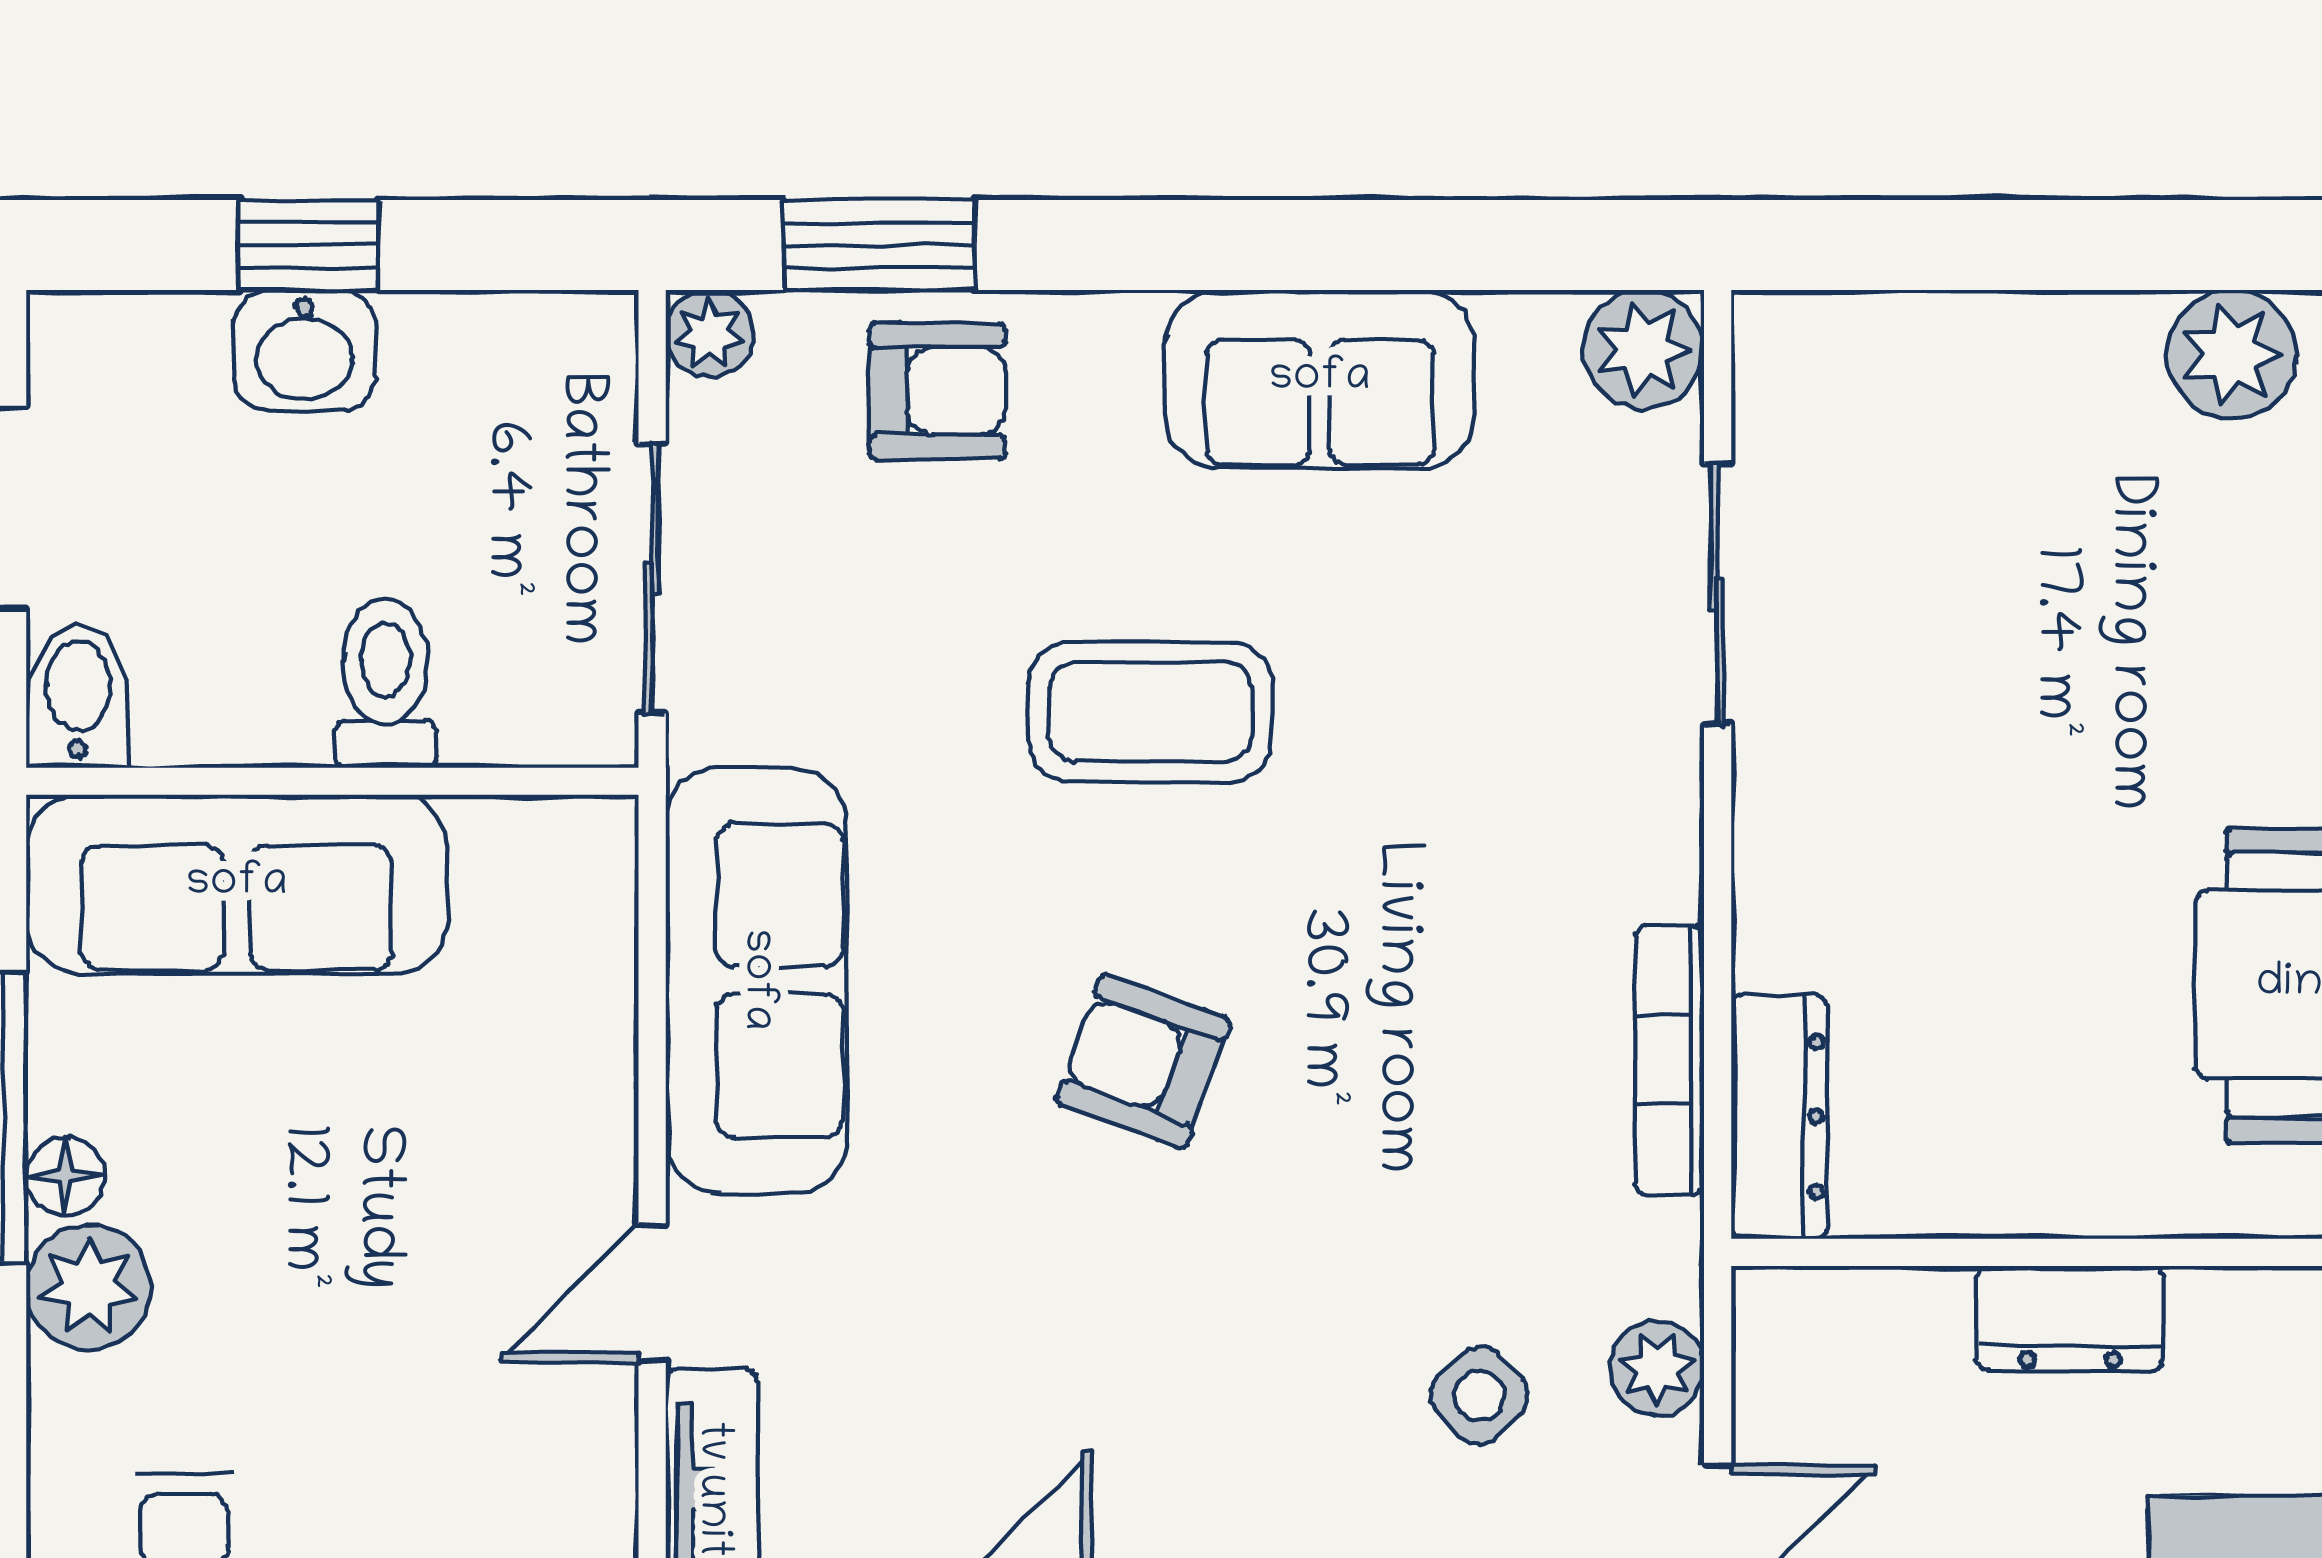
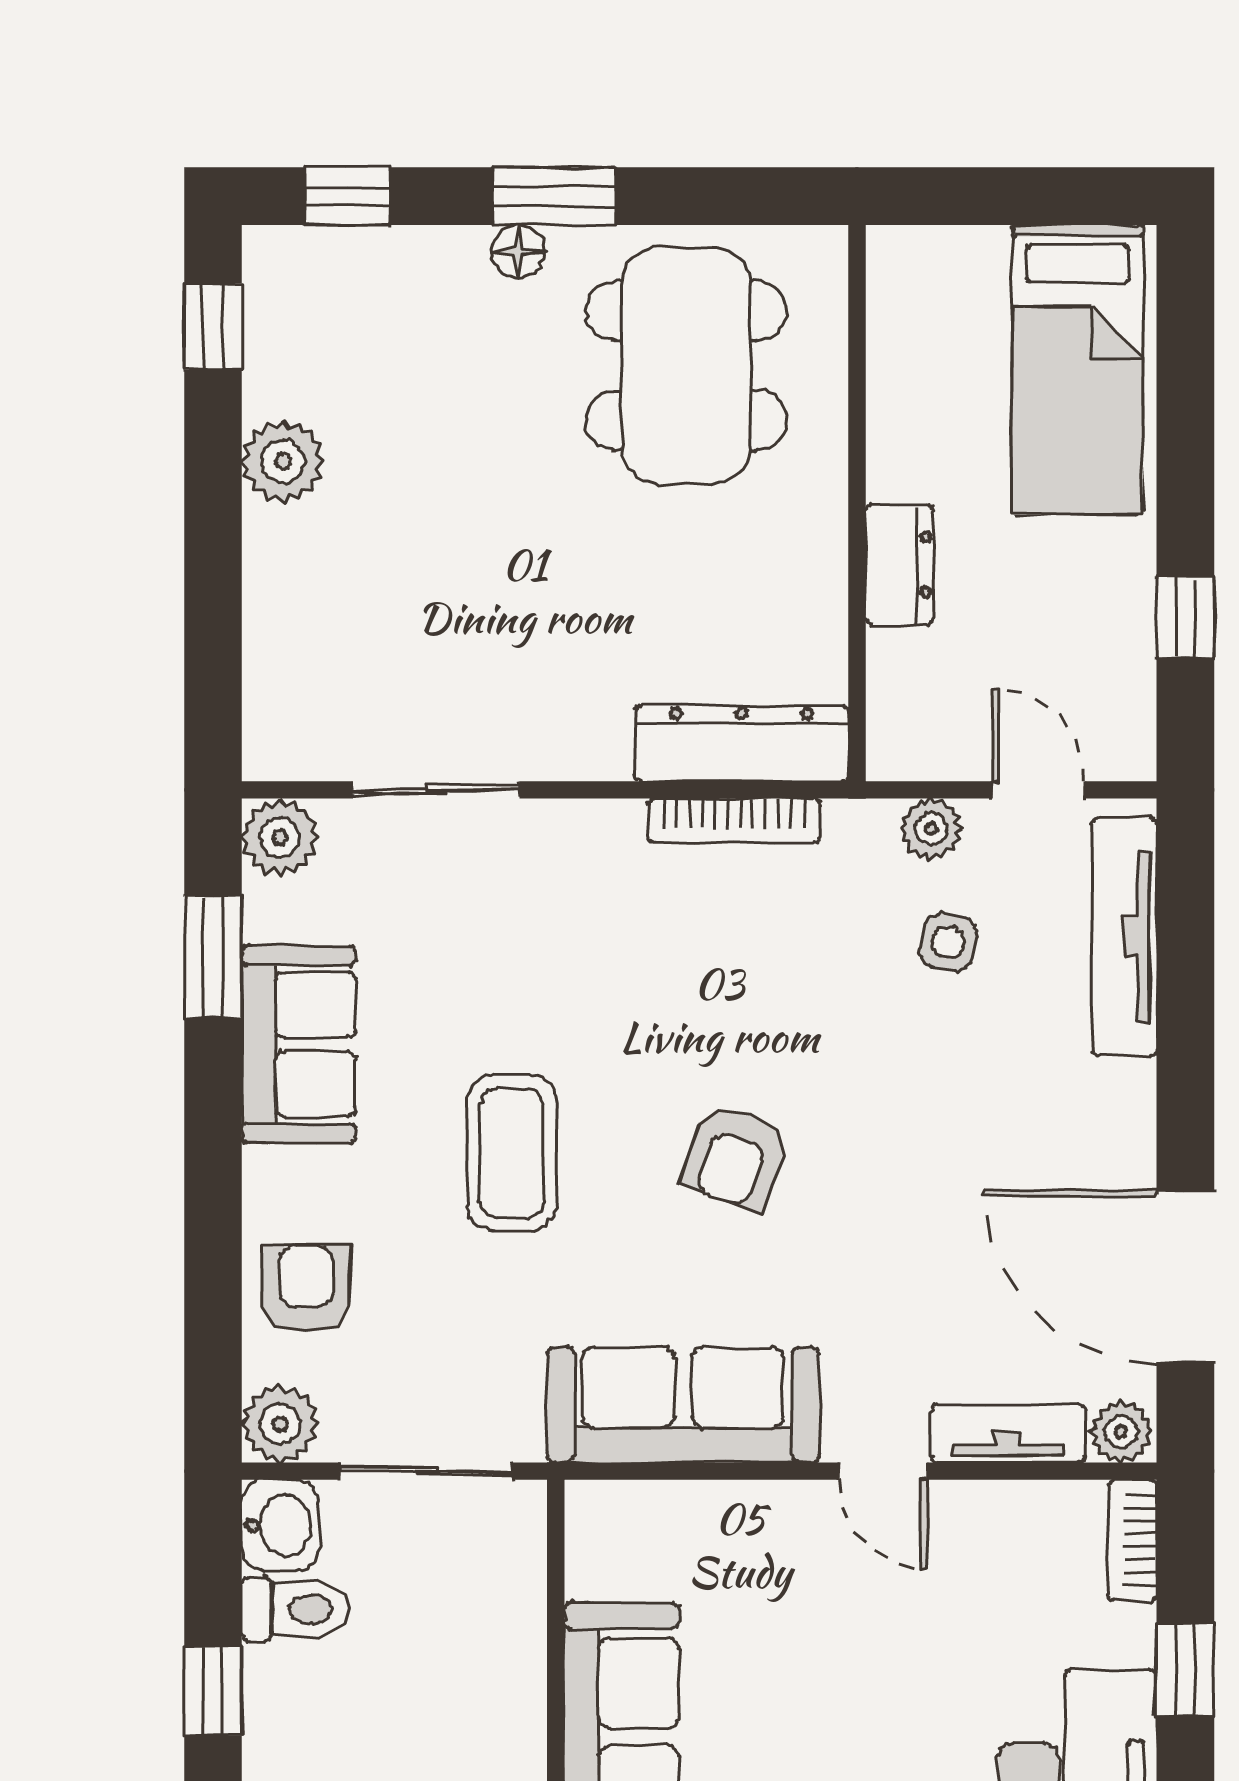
window: (880, 245) -> (213, 957), moved
plant: (709, 334) -> (280, 1424), width x1.38, depth x1.38
washbasin: (304, 350) -> (280, 1525), moved
toilet: (385, 684) -> (295, 1609), moved, turned 180
dresser: (1779, 1117) -> (742, 743), width x1.37, depth x1.24
side table: (1479, 1395) -> (948, 942), turned -34

